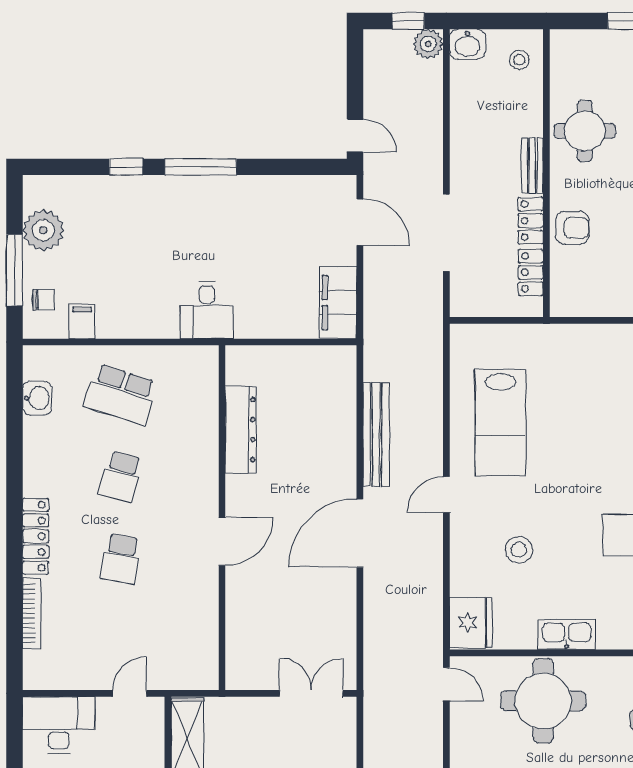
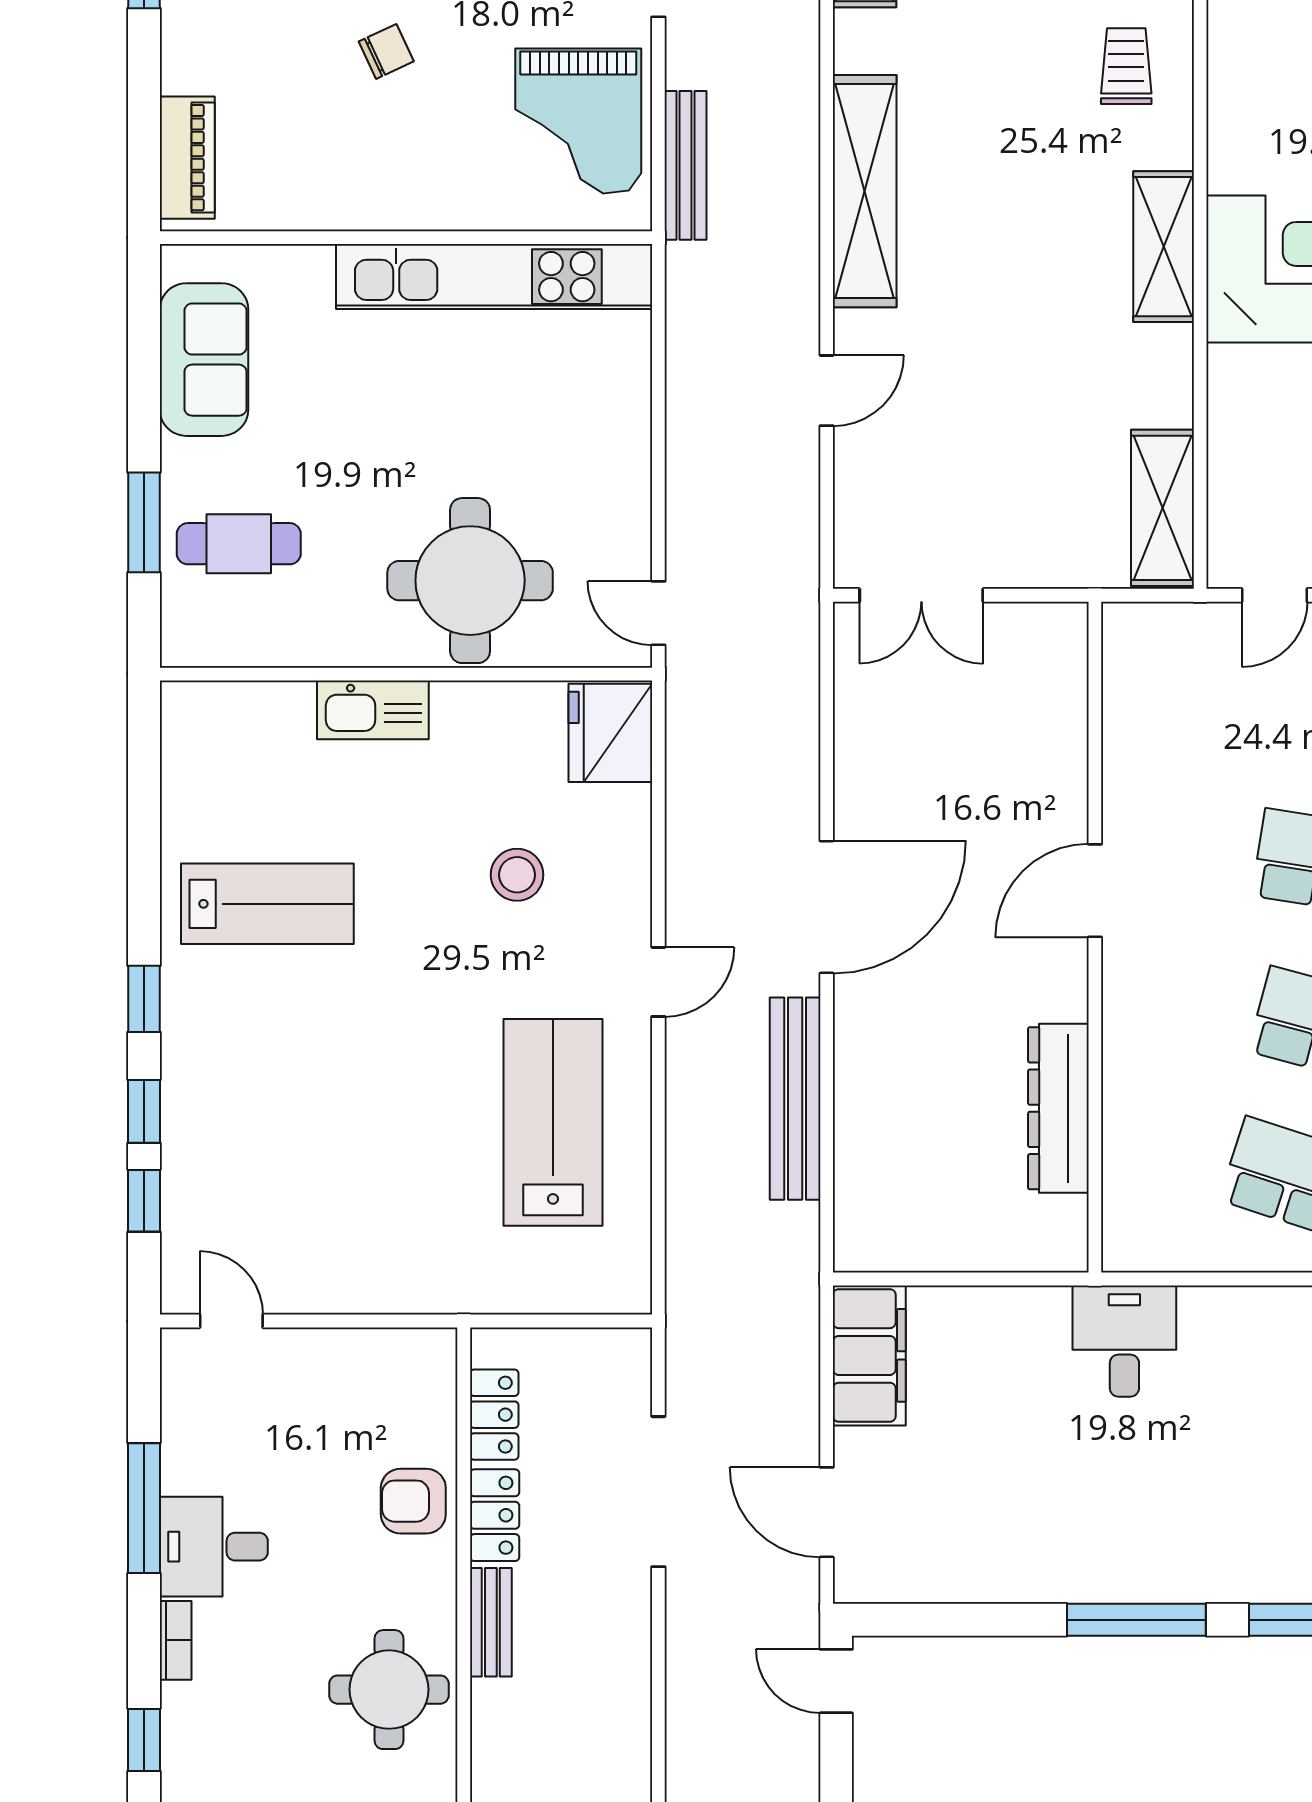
kitchen sink: (567, 634) -> (373, 710), moved

